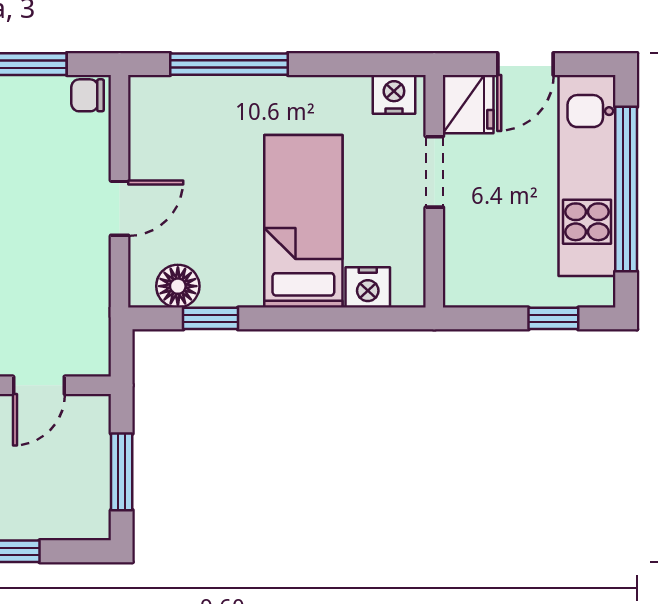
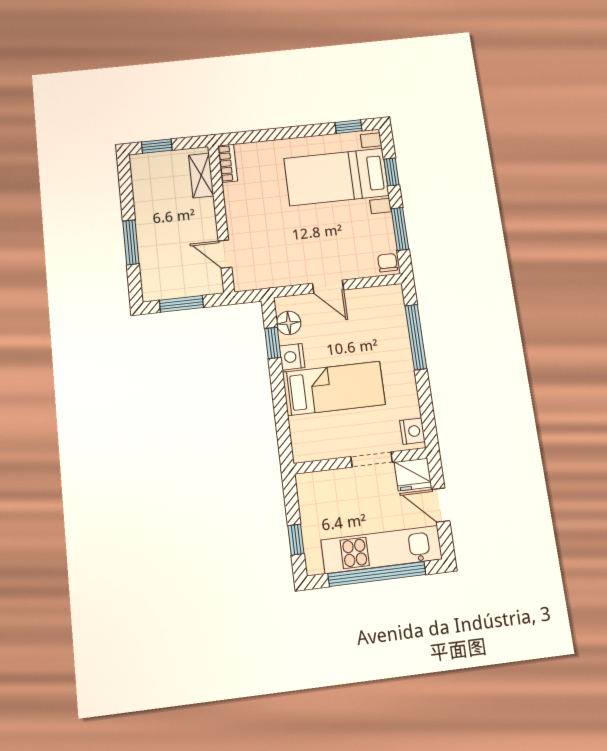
nightstand: (368, 287) -> (292, 357), moved

